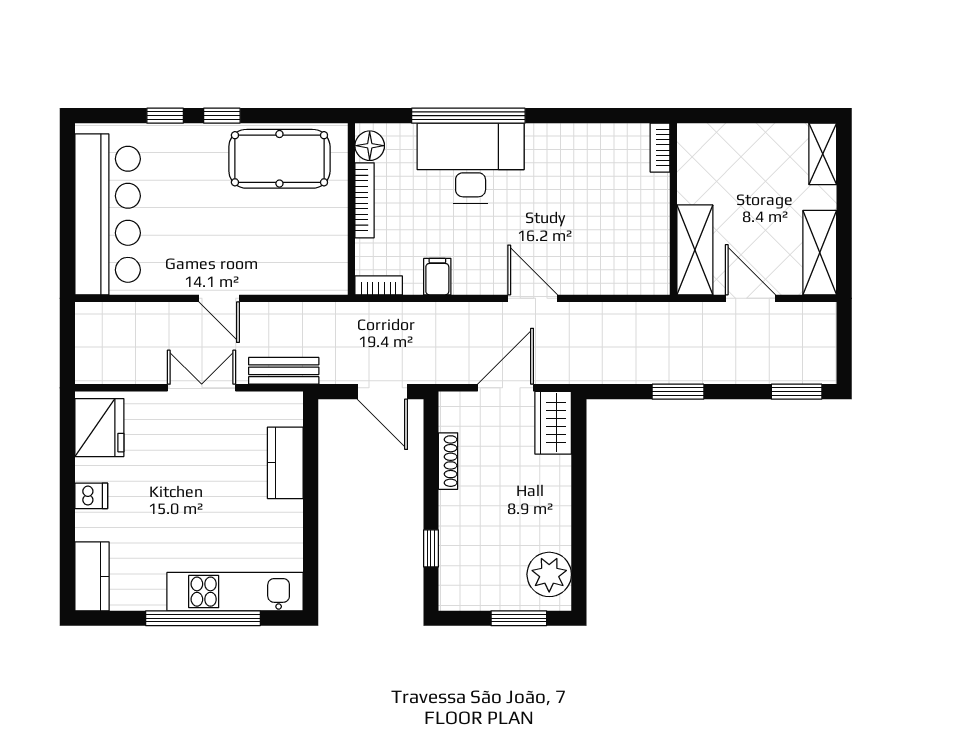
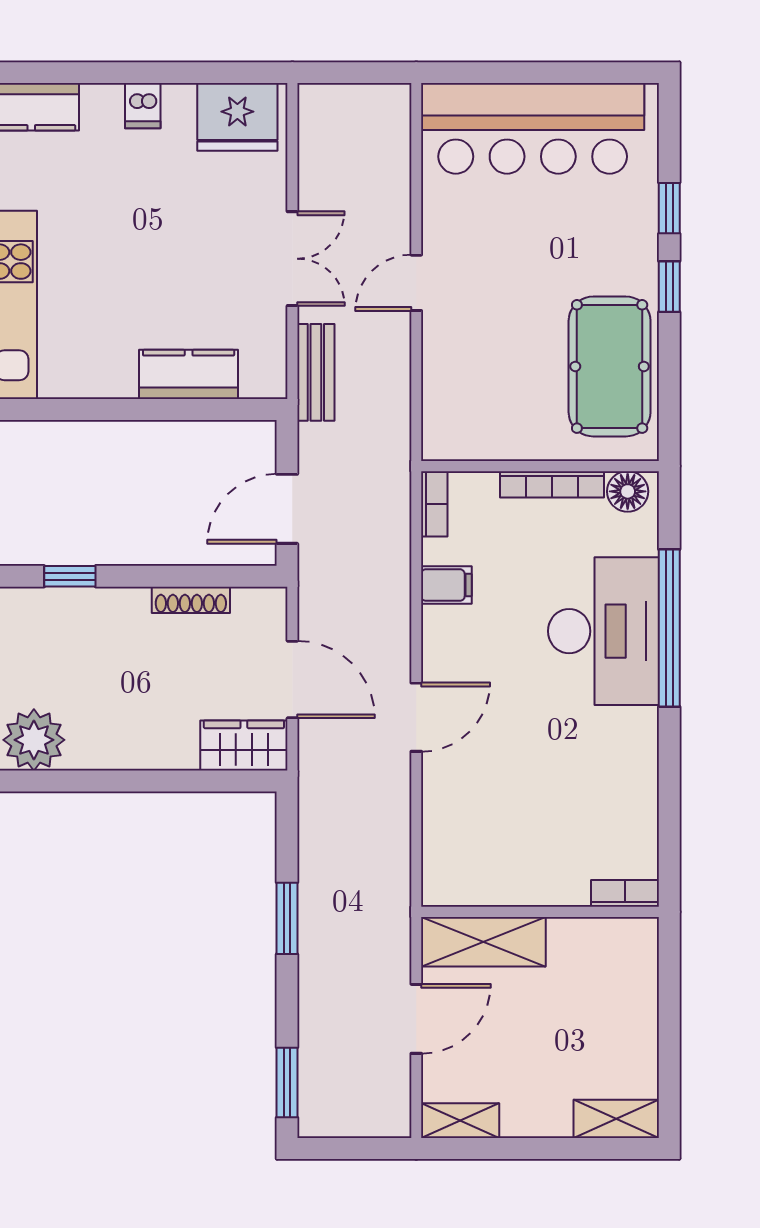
shelving: (820, 253) -> (460, 1121), width x0.67, depth x0.75

